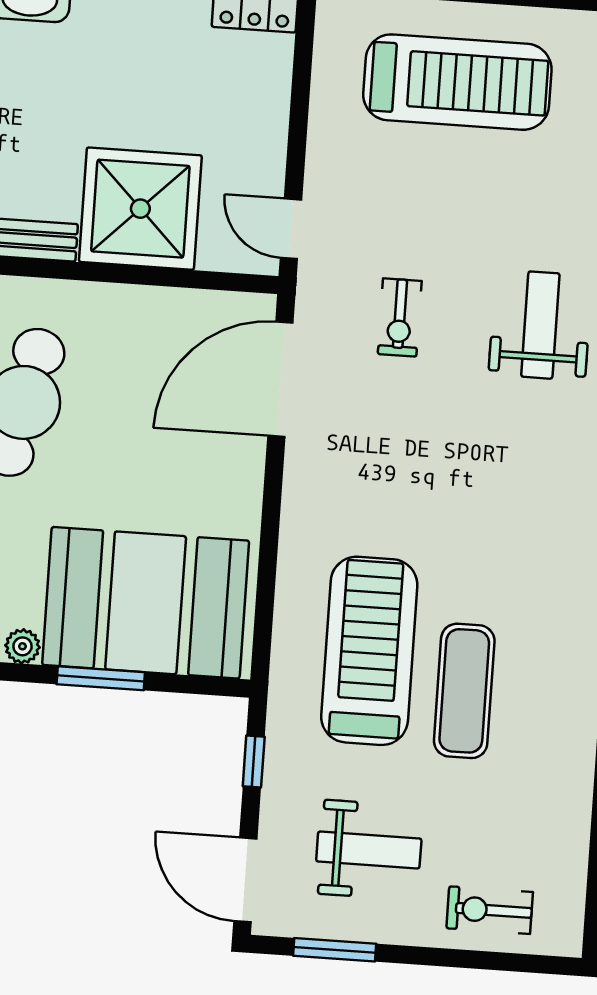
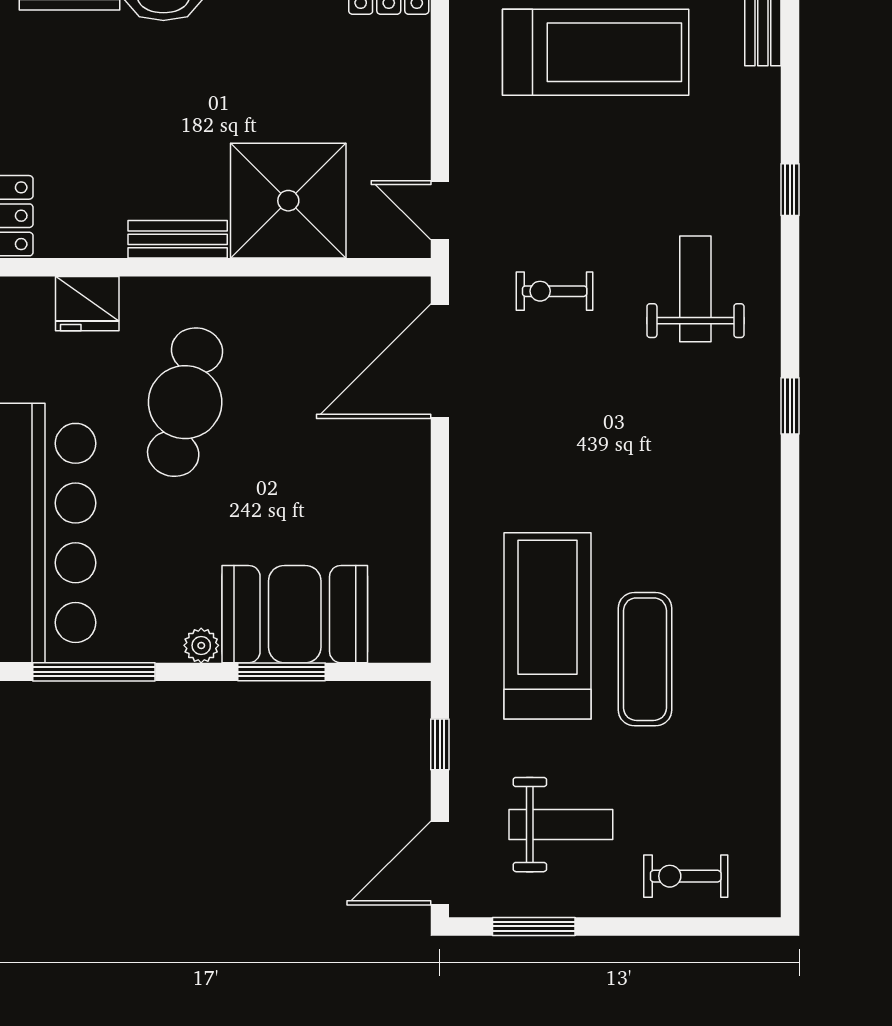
exercise bike: (400, 317) -> (555, 291), turned 90
booth: (146, 603) -> (295, 614), width x0.73, depth x0.70
door: (245, 880) -> (440, 863), hinge flipped

